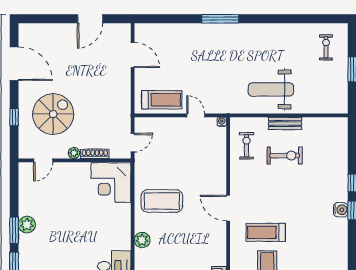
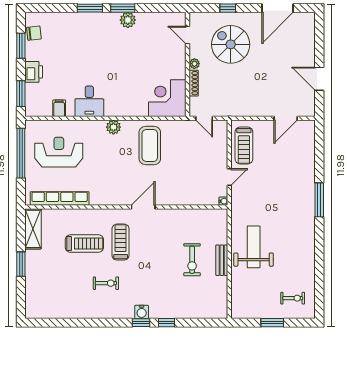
spiral stairs: (53, 114) -> (231, 44), turned 180
exercise bike: (247, 146) -> (106, 283), moved

